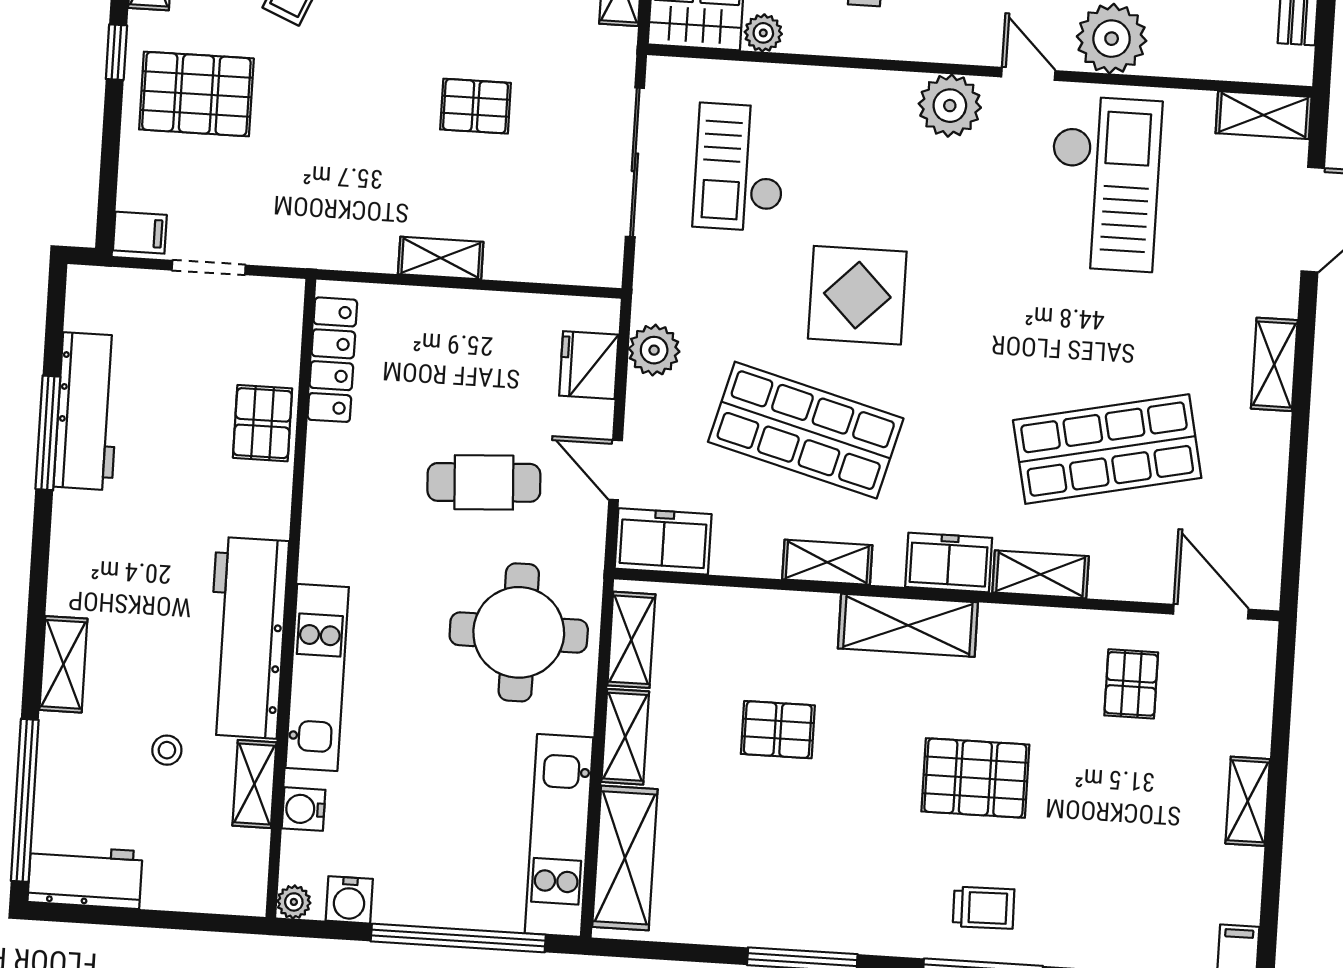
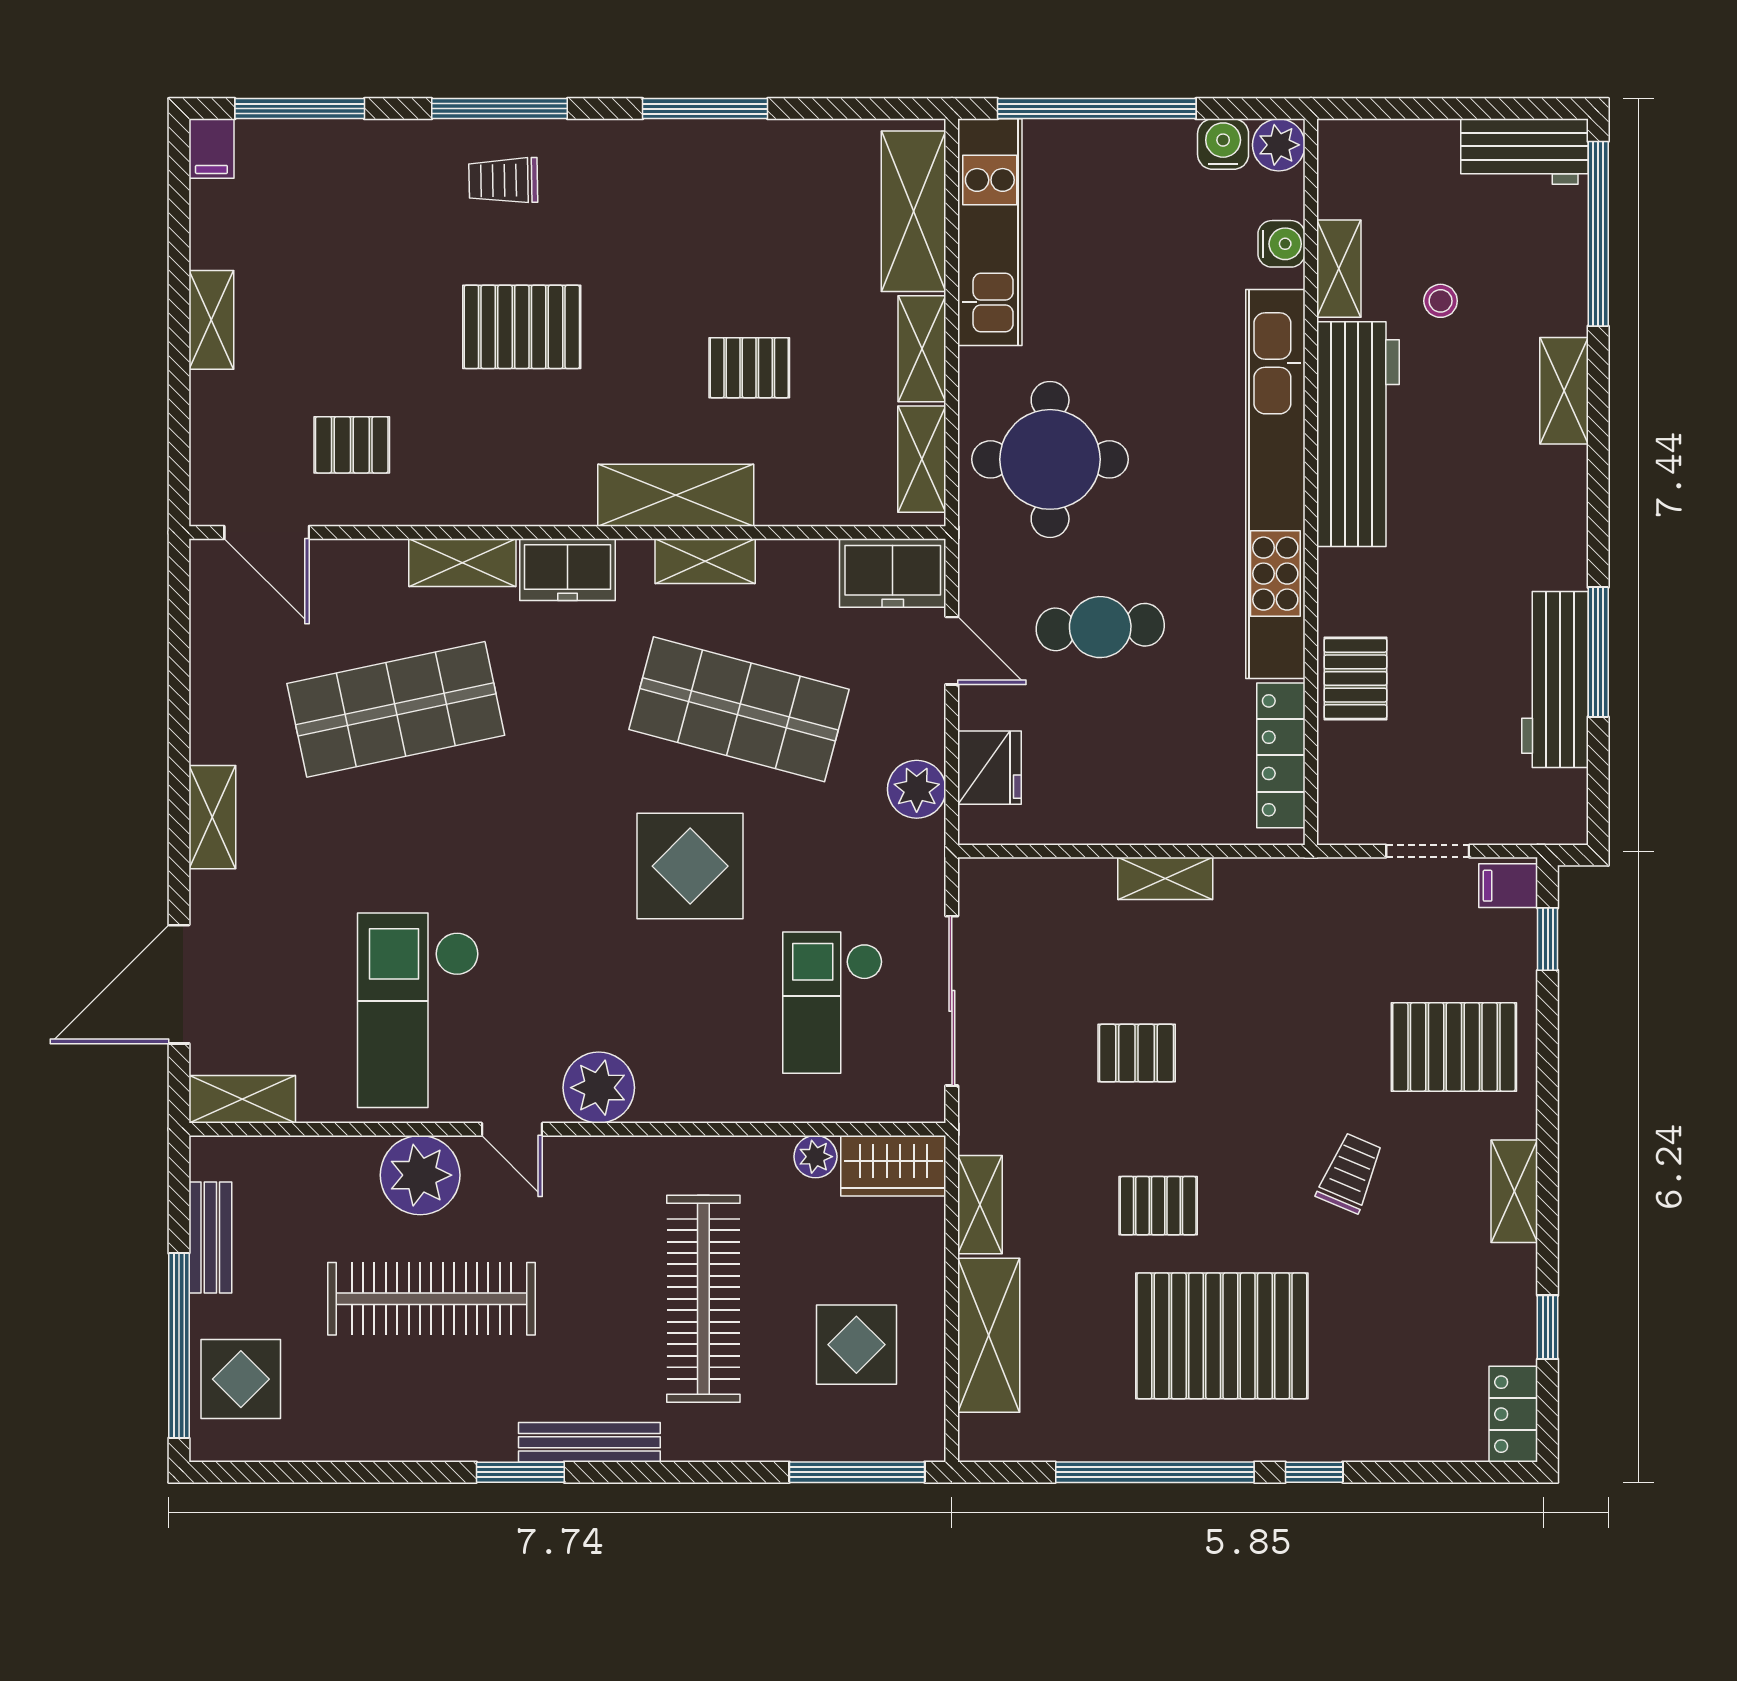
window: (116, 52) -> (1548, 939), moved
checkout: (740, 167) -> (833, 1003), turned 180
shelving: (908, 625) -> (676, 495), moved
kitchen unit: (317, 677) -> (1275, 484), width x1.86
pallet: (1131, 684) -> (352, 445), turned 90
plant: (294, 902) -> (1279, 145), width x1.38, depth x1.38

